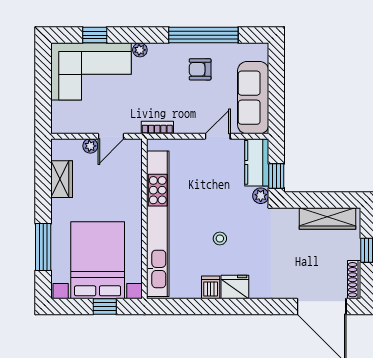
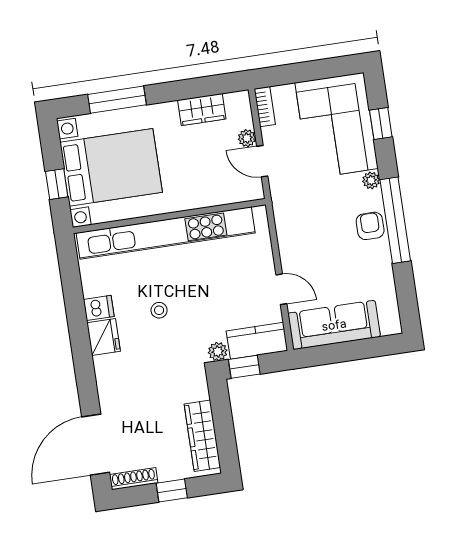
window: (203, 35) -> (395, 220), moved
armchair: (200, 69) -> (370, 226), moved
bookcase: (157, 128) -> (265, 107), moved

